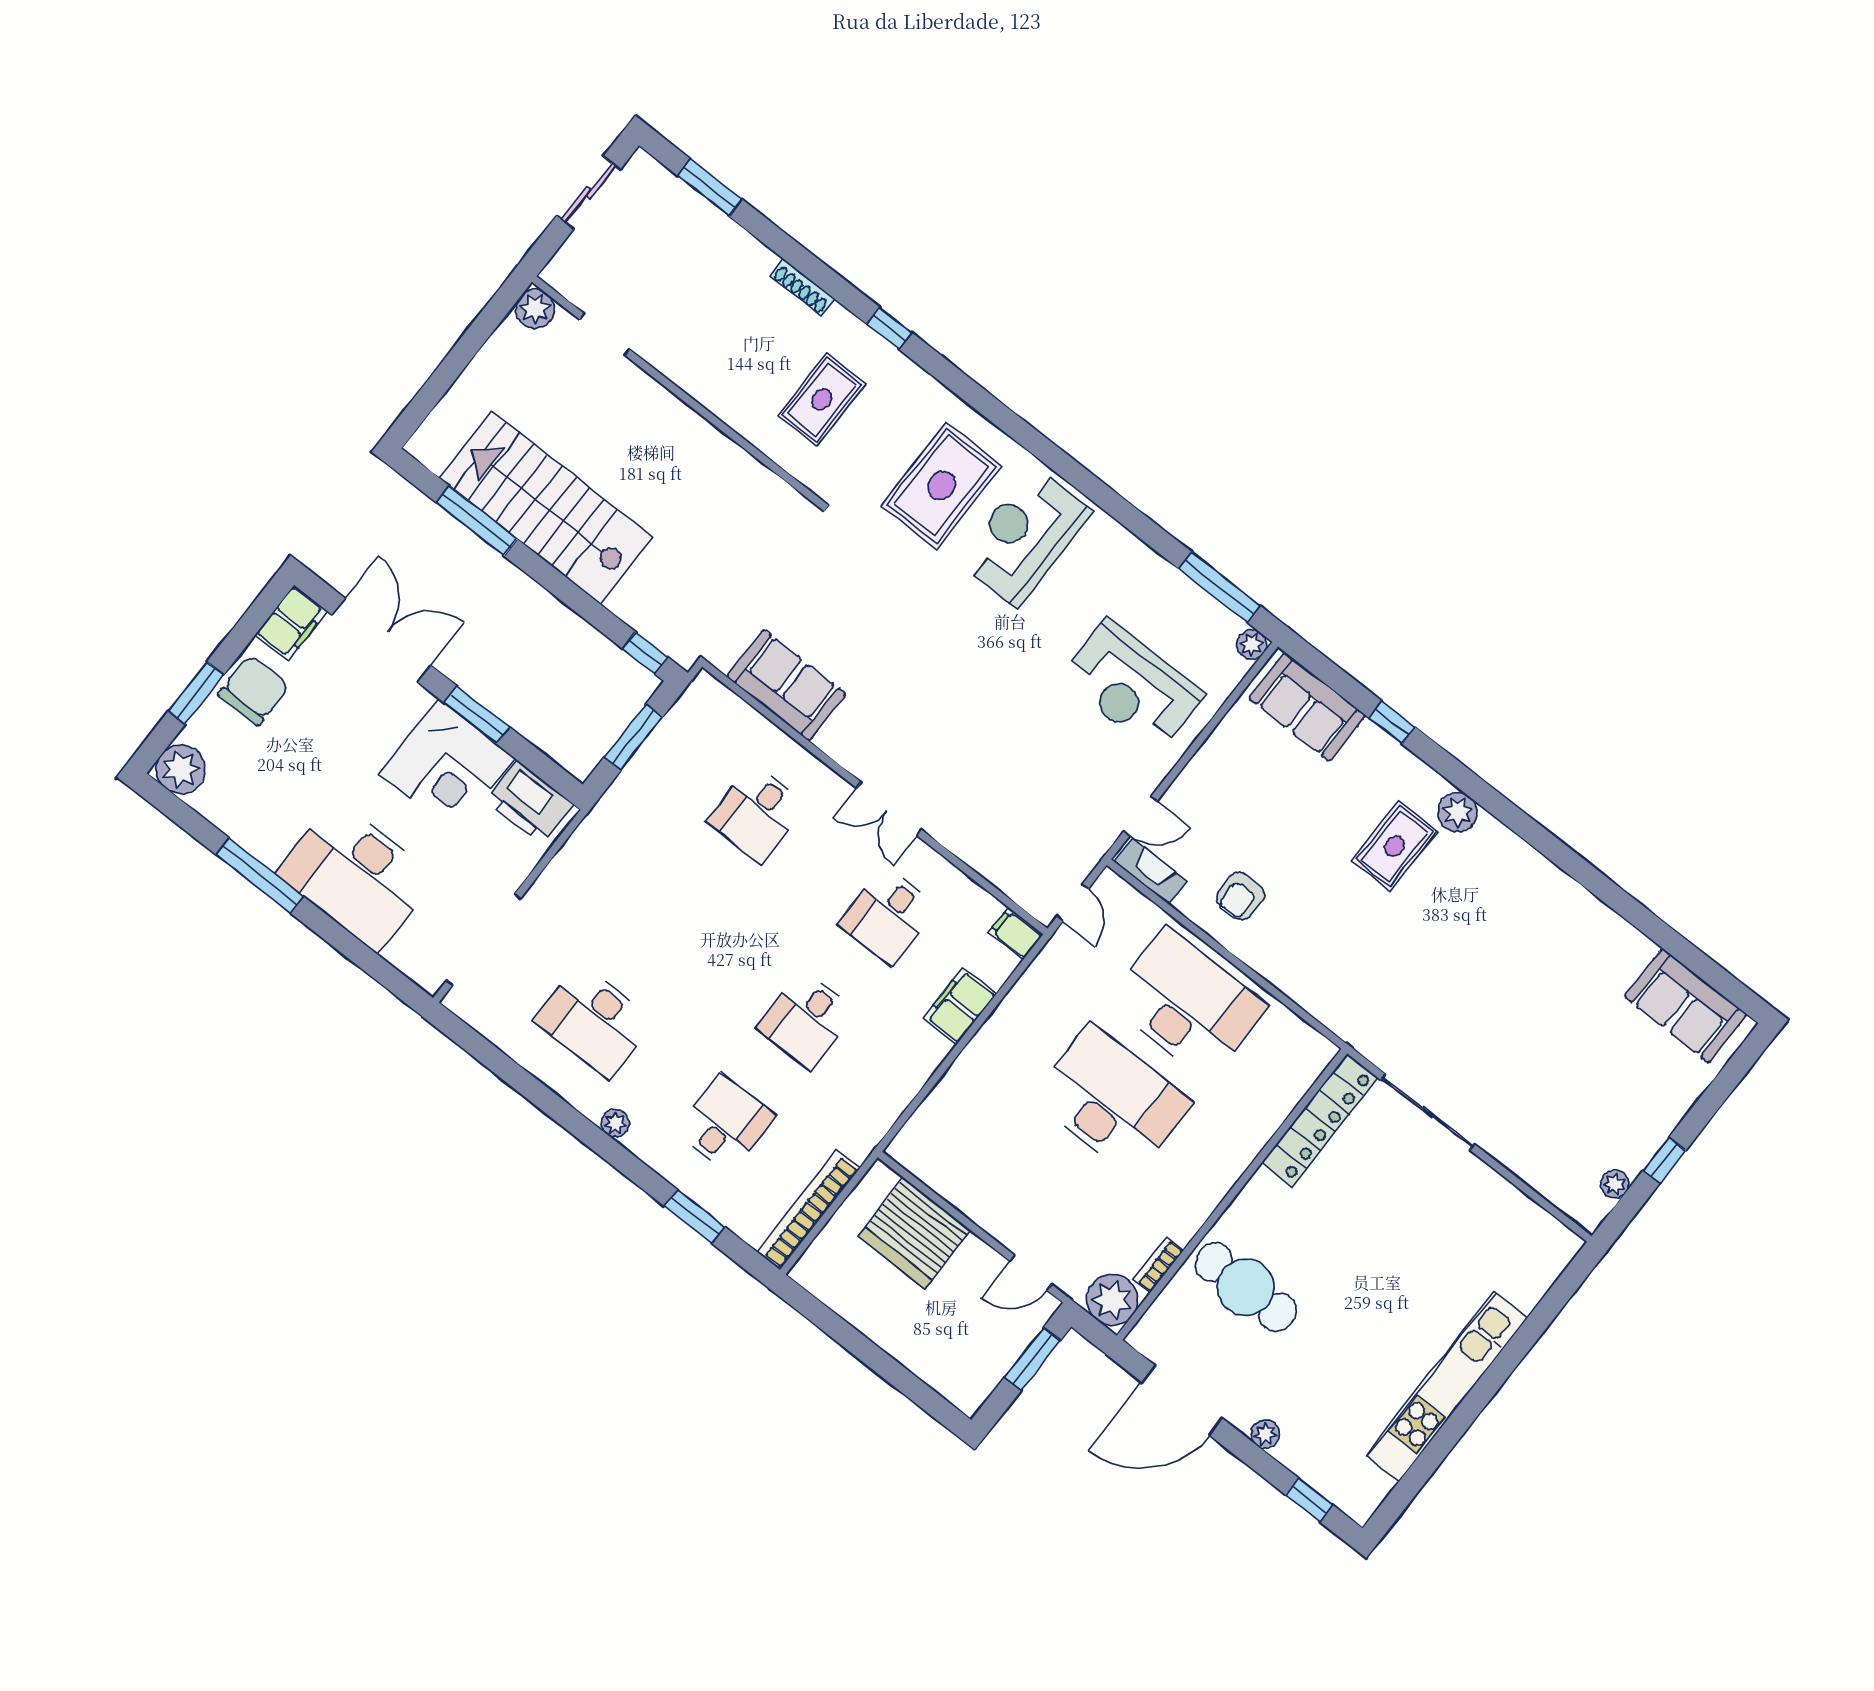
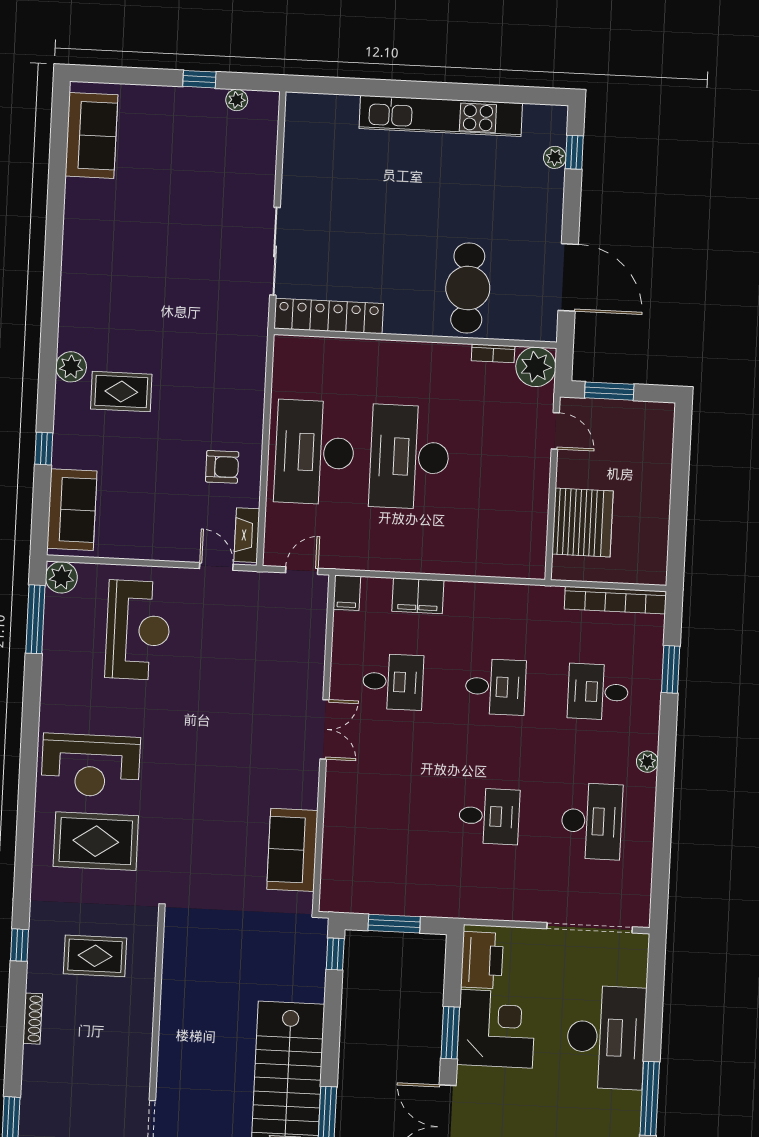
plant: (1252, 644) -> (61, 577), width x1.38, depth x1.38
desk: (757, 813) -> (489, 816), moved
plant: (1265, 1434) -> (555, 157), moved

